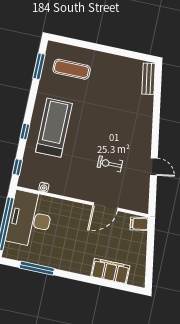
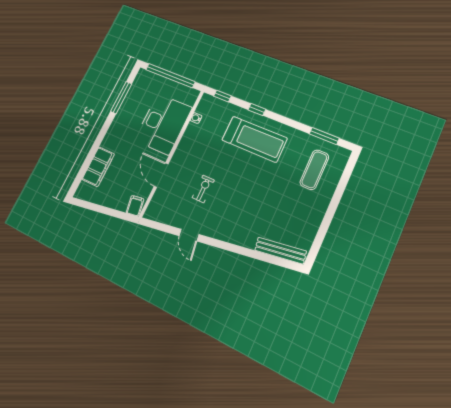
bench: (149, 79) -> (280, 251), width x1.36
door: (154, 167) -> (189, 235), hinge flipped
desk: (30, 219) -> (163, 124), moved, turned 90

